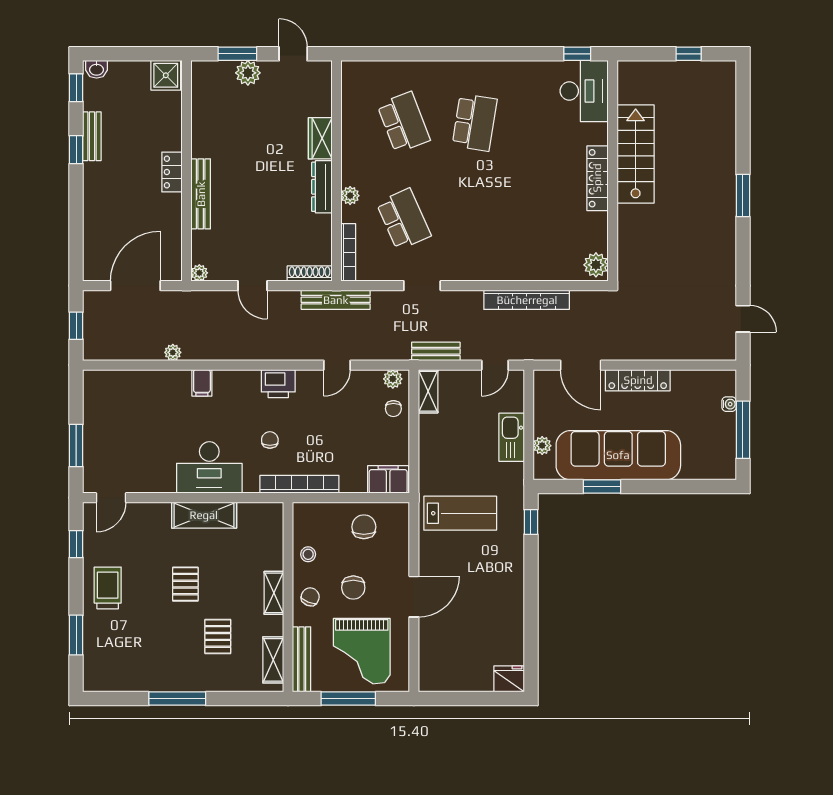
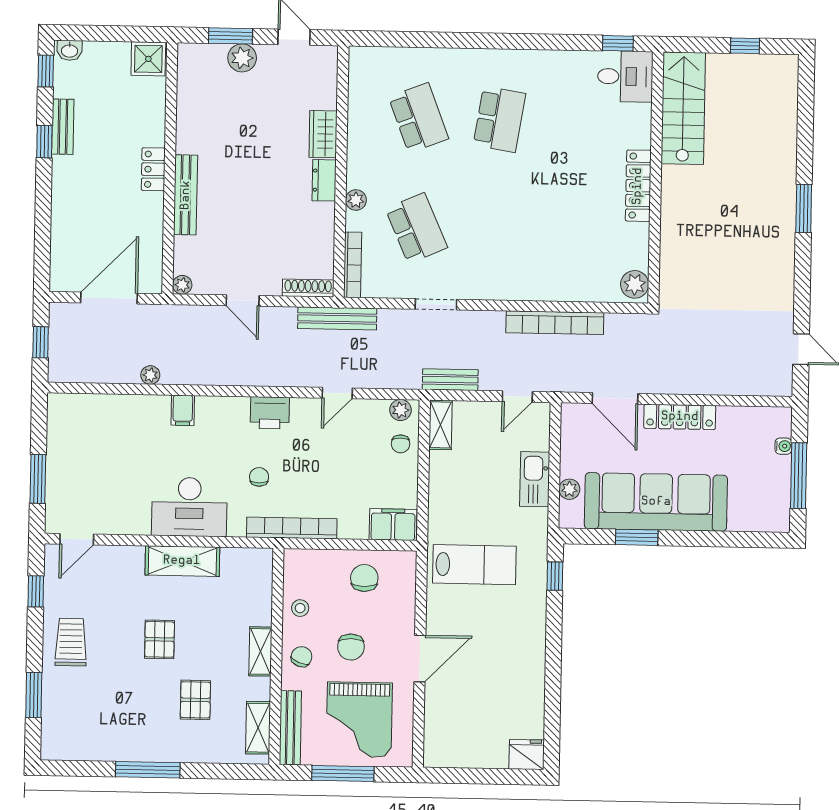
desk: (584, 91) -> (625, 76), width x0.73
stairs: (636, 154) -> (683, 108), moved
dresser: (322, 187) -> (324, 180), width x0.70

